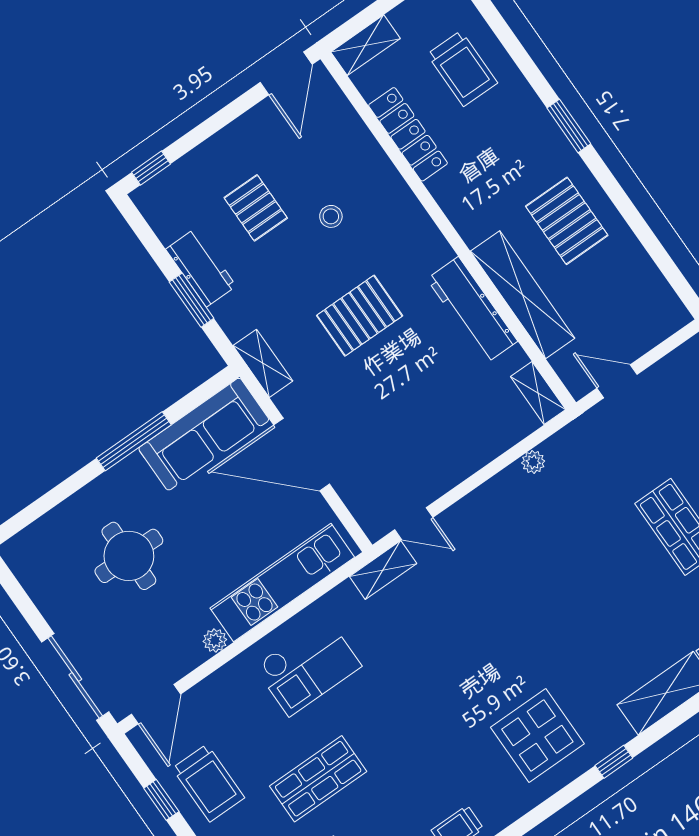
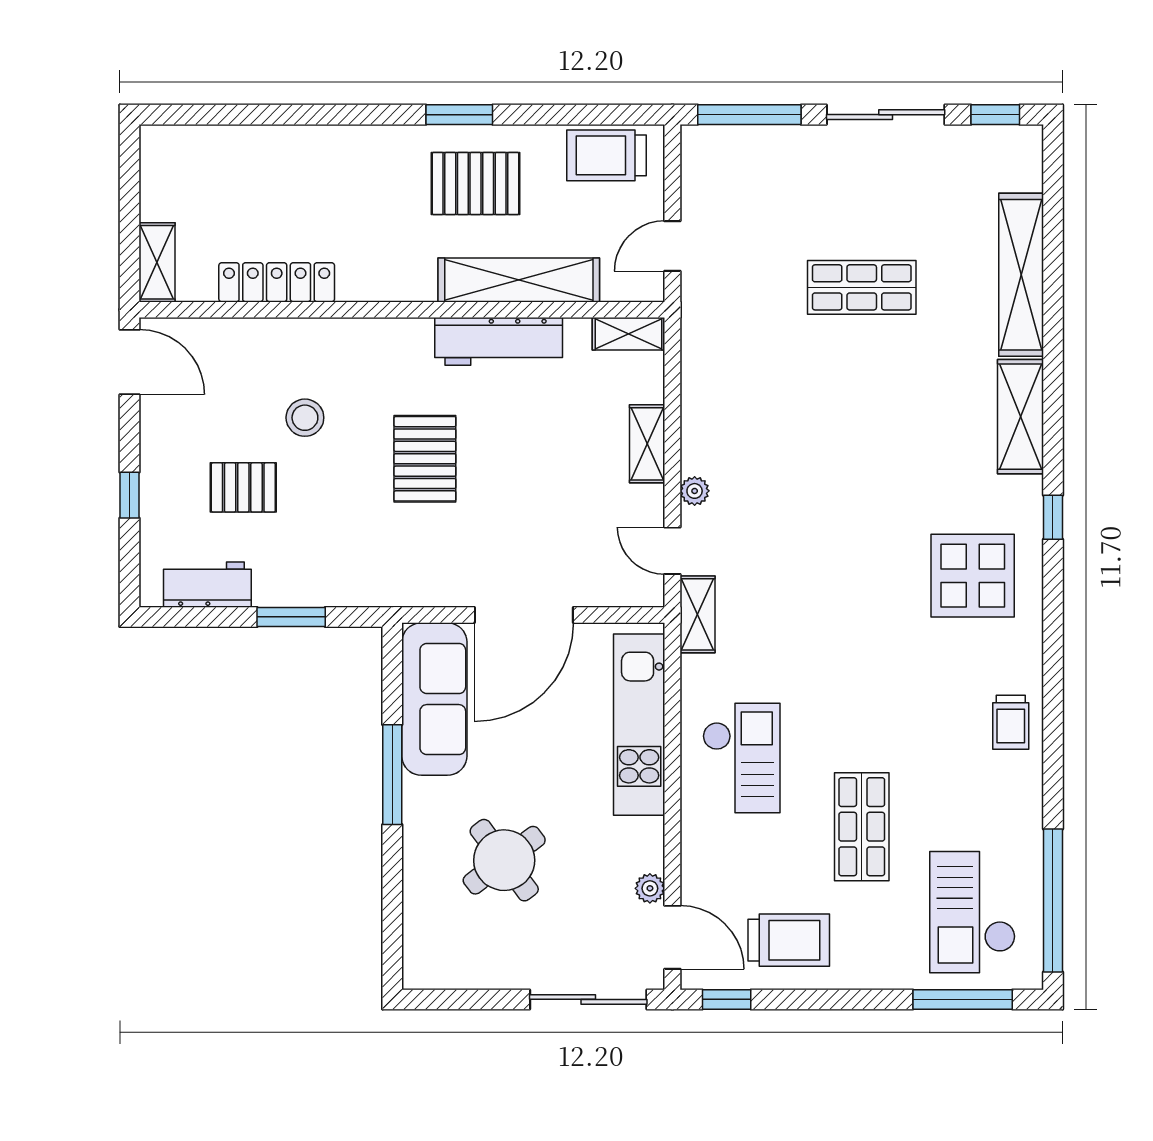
trolley: (462, 69) -> (606, 155), moved, turned 180
window: (569, 126) -> (459, 115), moved
window: (151, 168) -> (130, 495), moved
stool: (331, 216) -> (305, 418), width x1.37, depth x1.37
workbench: (201, 268) -> (207, 585), moved
shelving: (263, 363) -> (647, 444), moved, turned 90
plant: (533, 462) -> (695, 491), moved
door: (414, 524) -> (672, 551), swing flipped
round table: (129, 556) -> (504, 860), turned -37
plant: (215, 640) -> (650, 888), moved
window: (161, 800) -> (727, 999), moved

